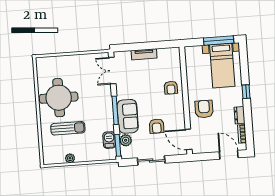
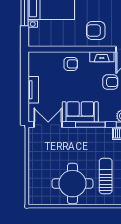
double door: (112, 71) -> (48, 125), swing flipped
sofa: (128, 116) -> (80, 112), moved
fireplace: (180, 116) -> (102, 57), added

